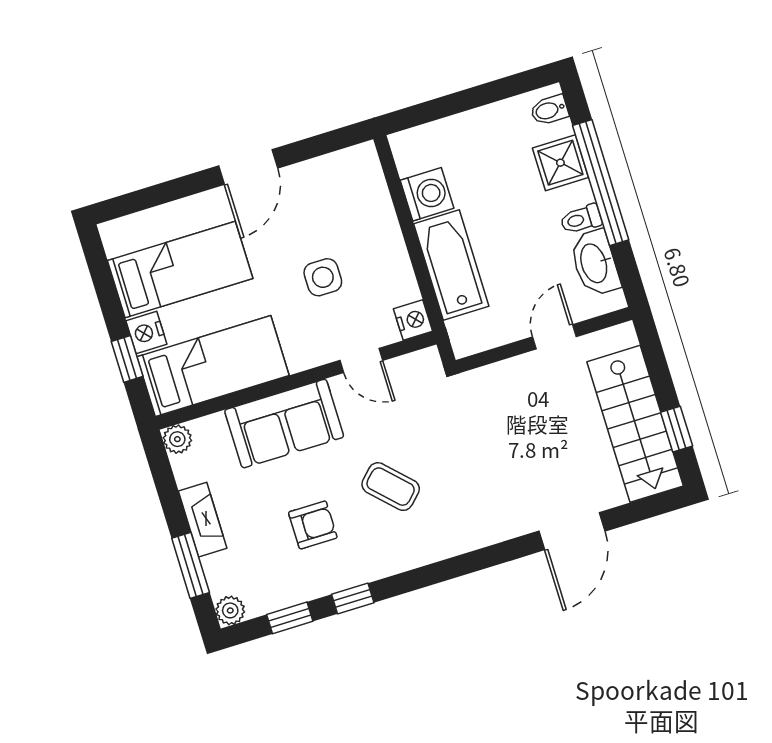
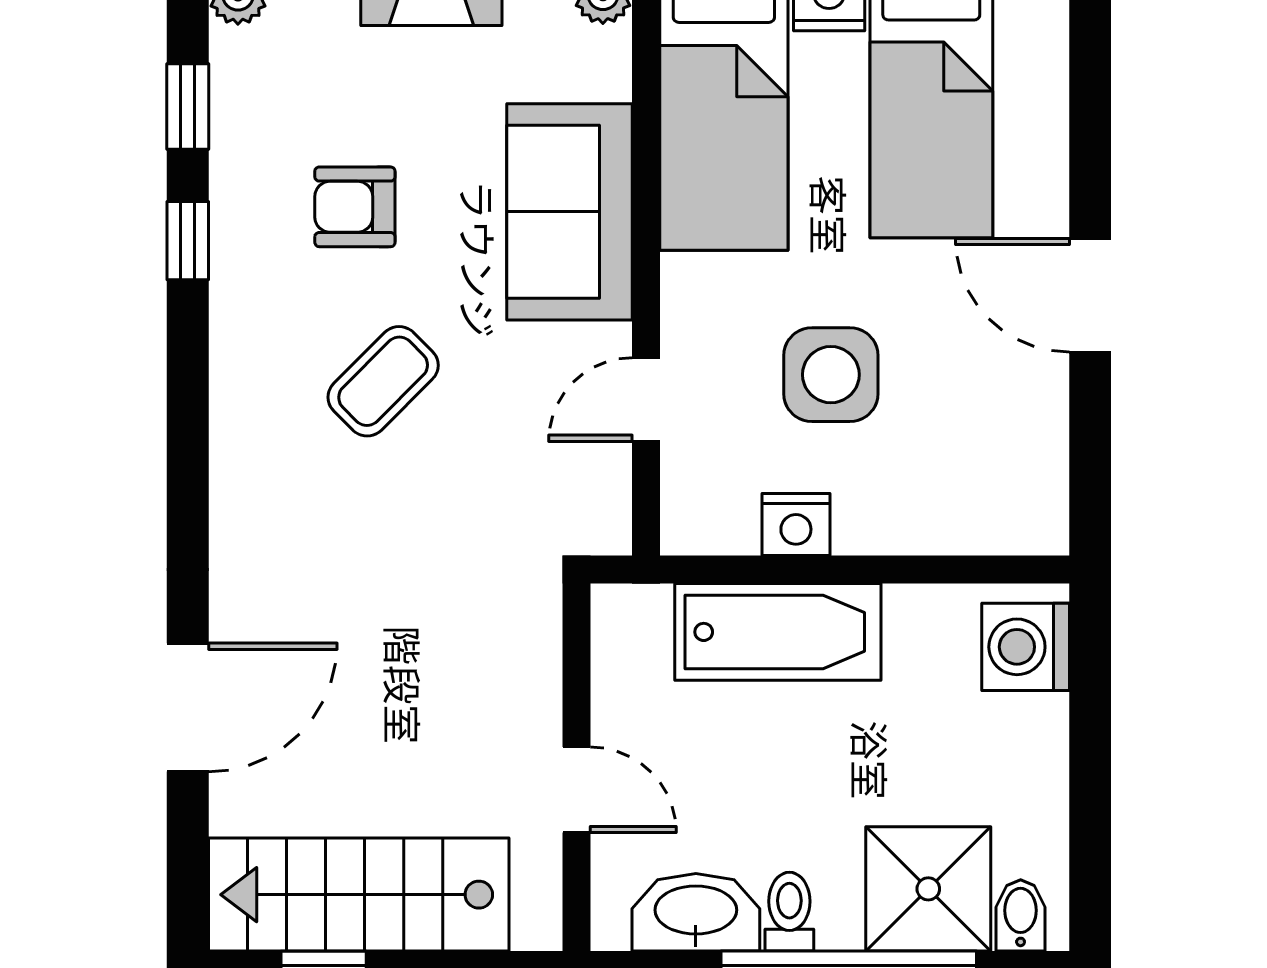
shower: (560, 163) -> (928, 889), width x1.36, depth x1.36
washing machine: (427, 194) -> (1026, 647), moved, turned 90
side table: (323, 277) -> (831, 375), width x1.37, depth x1.37
nightstand: (413, 320) -> (796, 524), moved
armchair: (313, 525) -> (355, 207), turned 90
door: (572, 531) -> (188, 707), swing flipped

